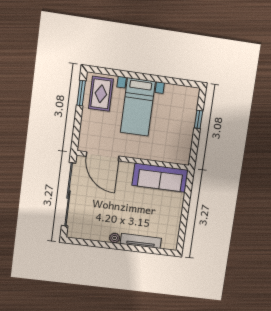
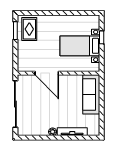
bed with nightstands: (138, 107) -> (80, 46), moved, turned 90
door: (103, 156) -> (47, 73), moved
sofa: (160, 178) -> (91, 94), moved, turned 90

